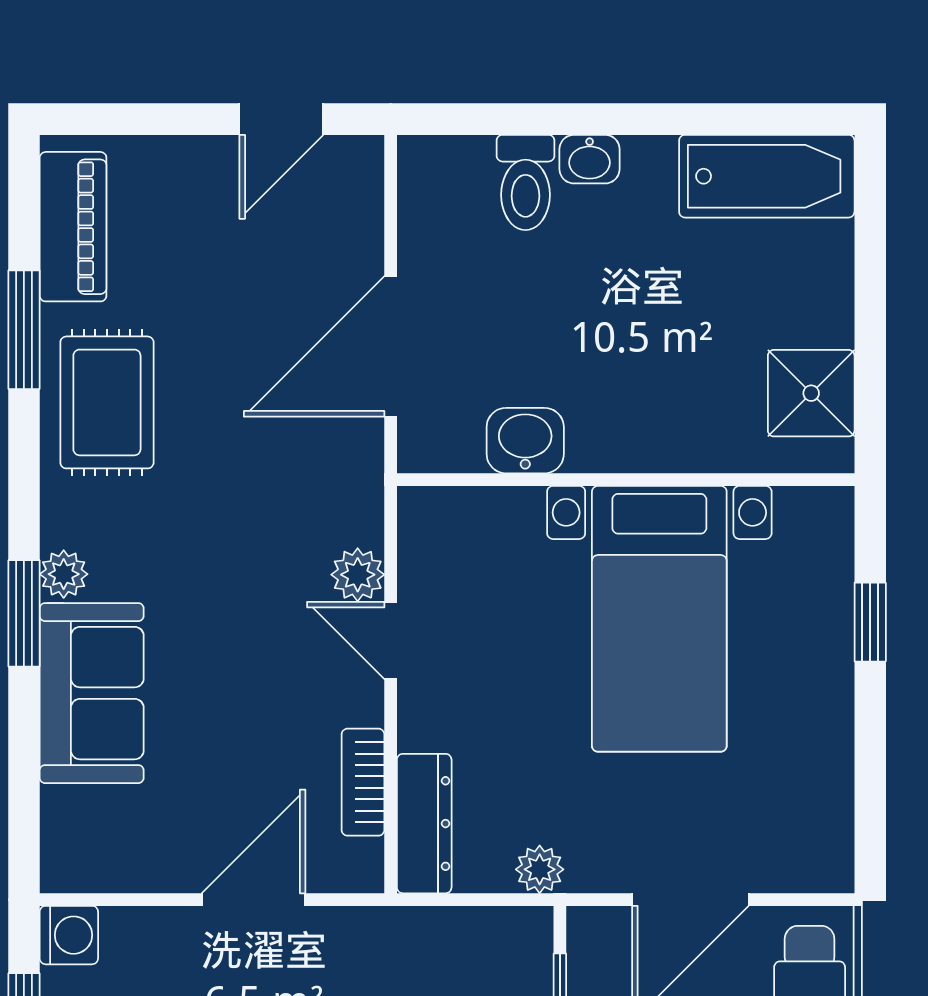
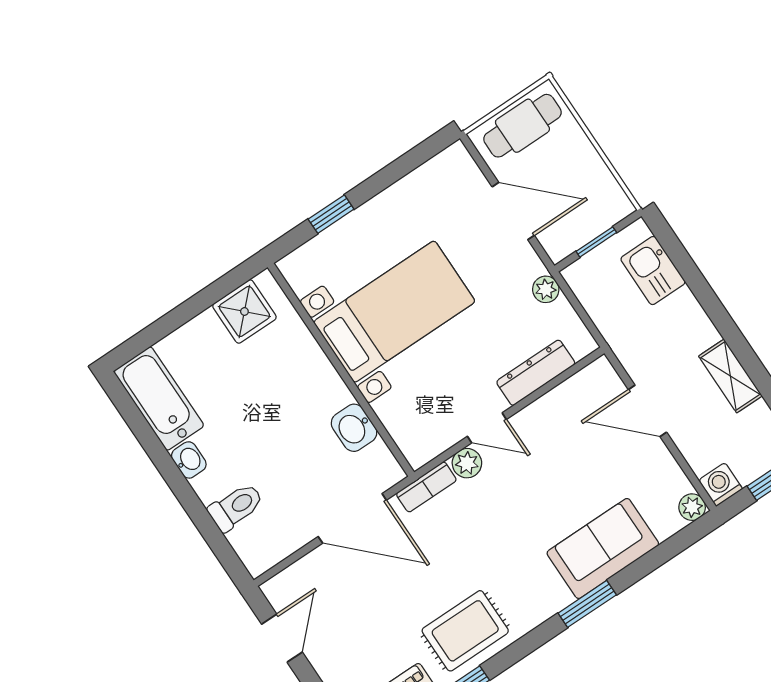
door: (281, 119) -> (282, 638), hinge flipped
washbasin: (590, 159) -> (189, 460), moved
plant: (64, 574) -> (692, 507), moved
door: (391, 640) -> (487, 428), hinge flipped
bookcase: (363, 782) -> (426, 487), moved
dresser: (424, 824) -> (536, 373), moved

